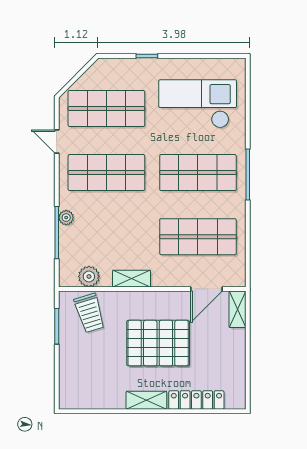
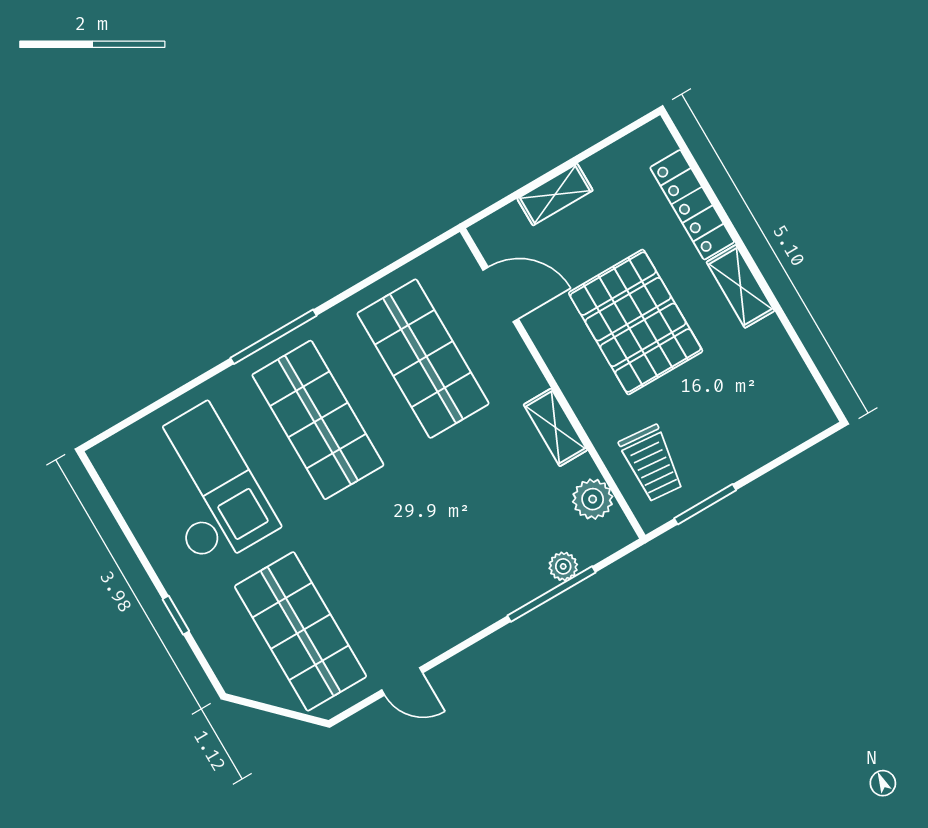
checkout: (198, 104) -> (206, 486), turned 180
door: (57, 141) -> (402, 681), hinge flipped
shop shelf: (106, 173) -> (406, 570), removed
plant: (66, 218) -> (563, 566), moved
shelving: (237, 309) -> (555, 195), moved
trolley: (90, 313) -> (652, 463), turned 112

